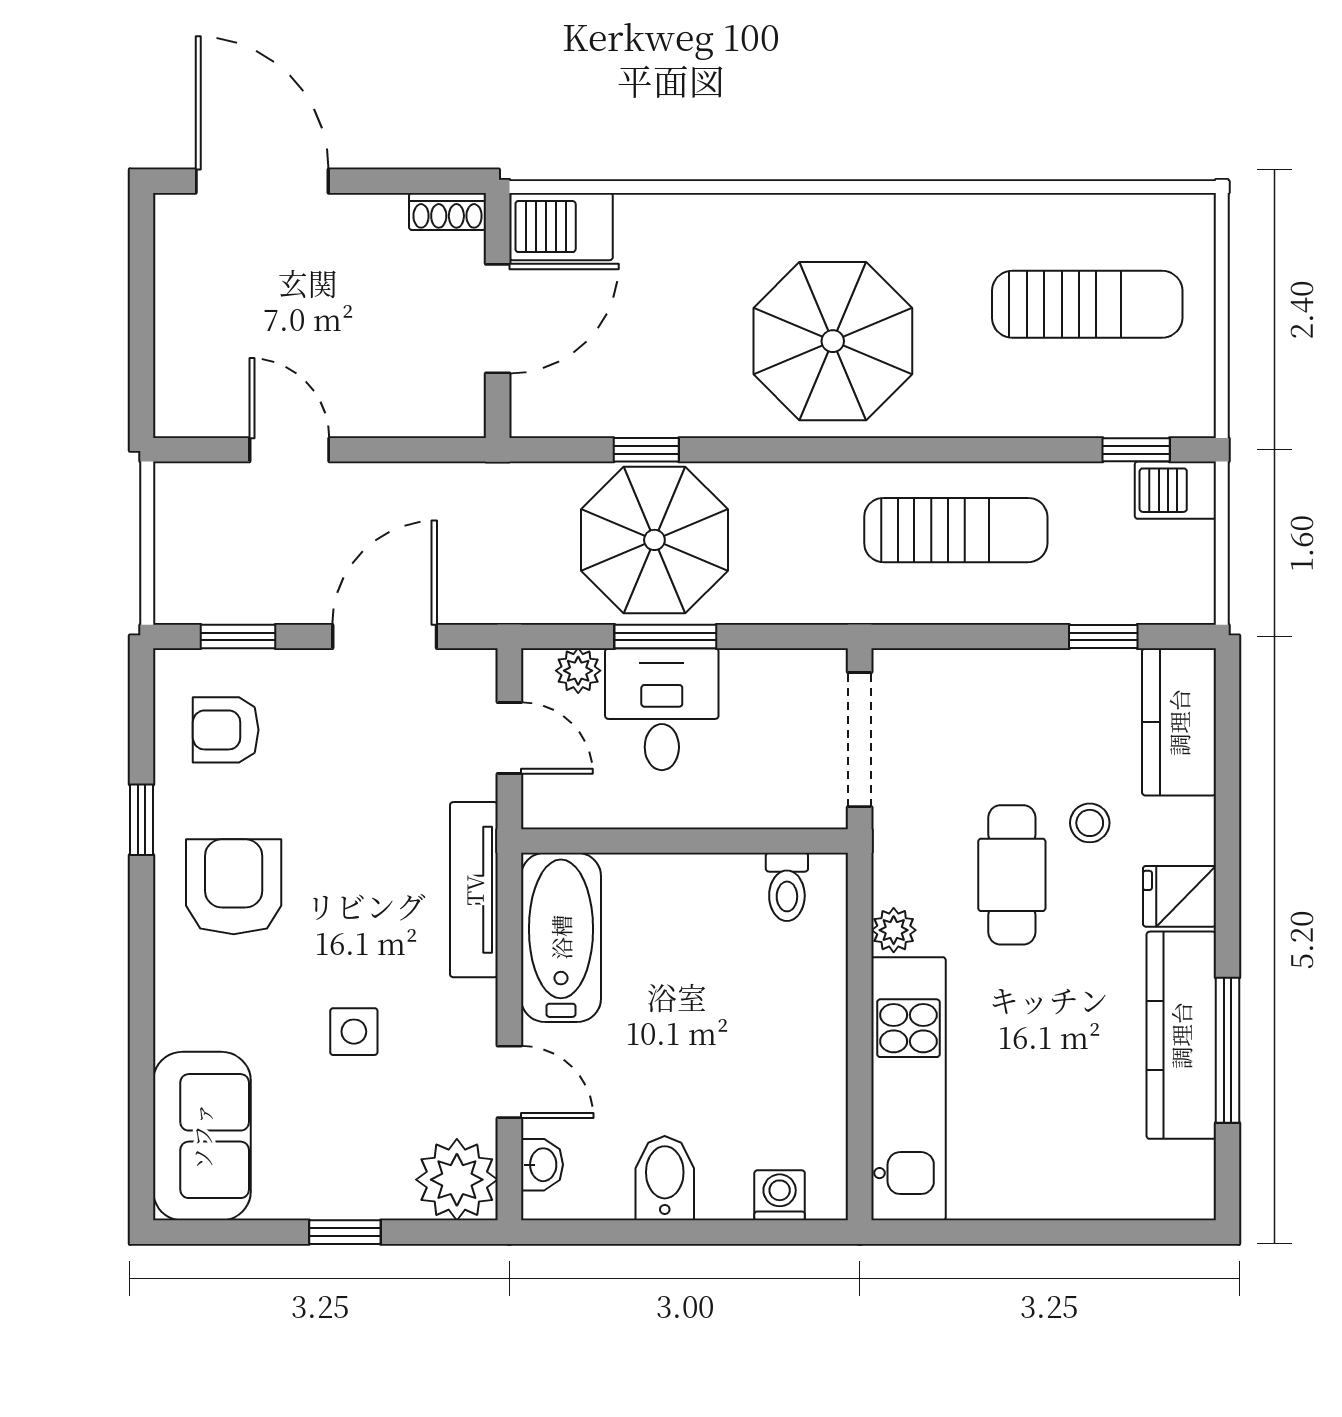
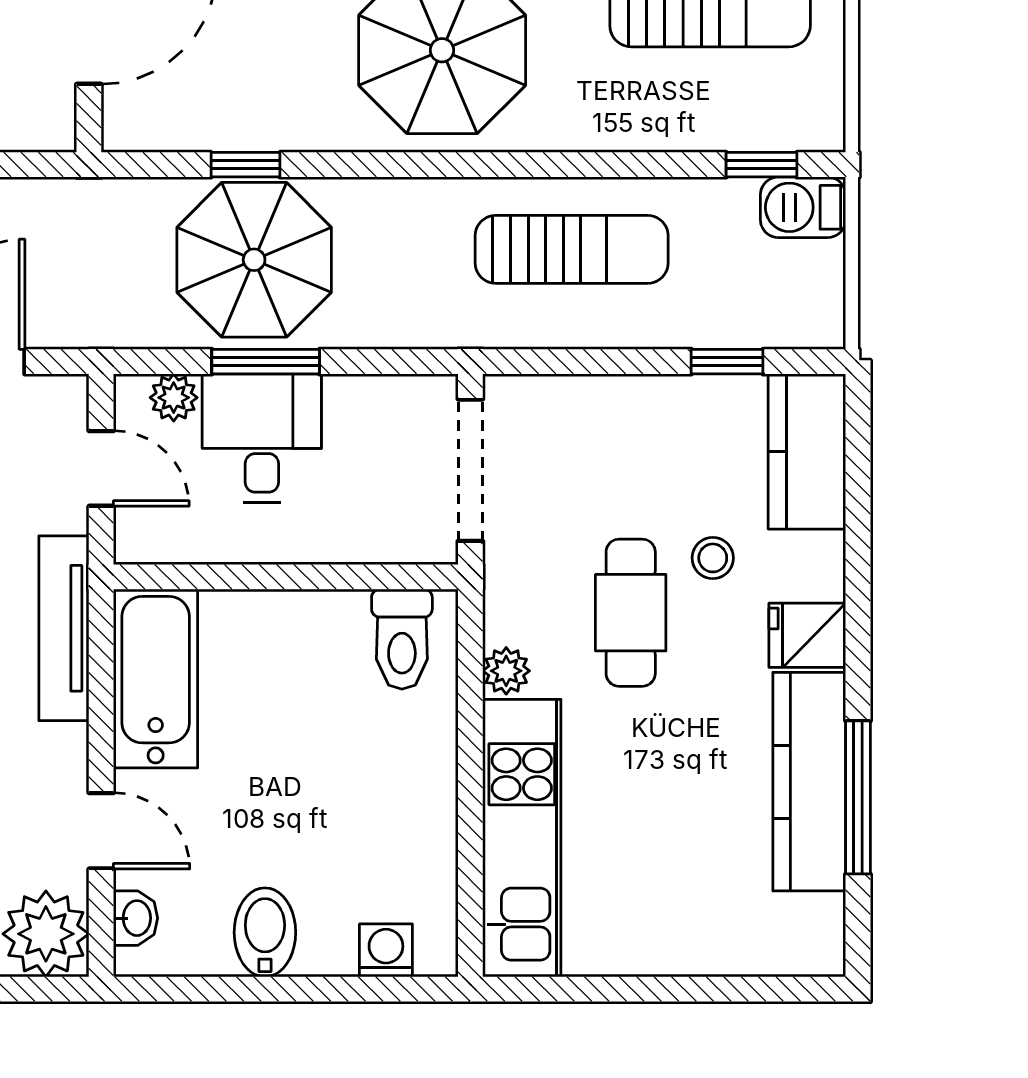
toilet: (787, 887) -> (402, 639), width x1.37, depth x1.39

